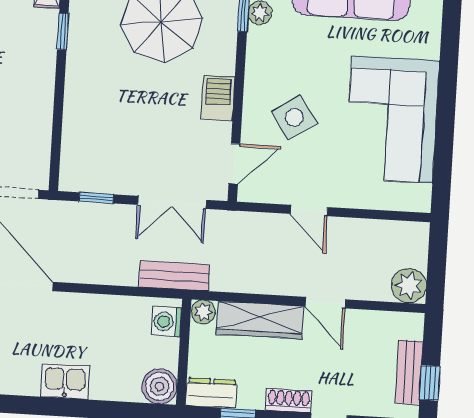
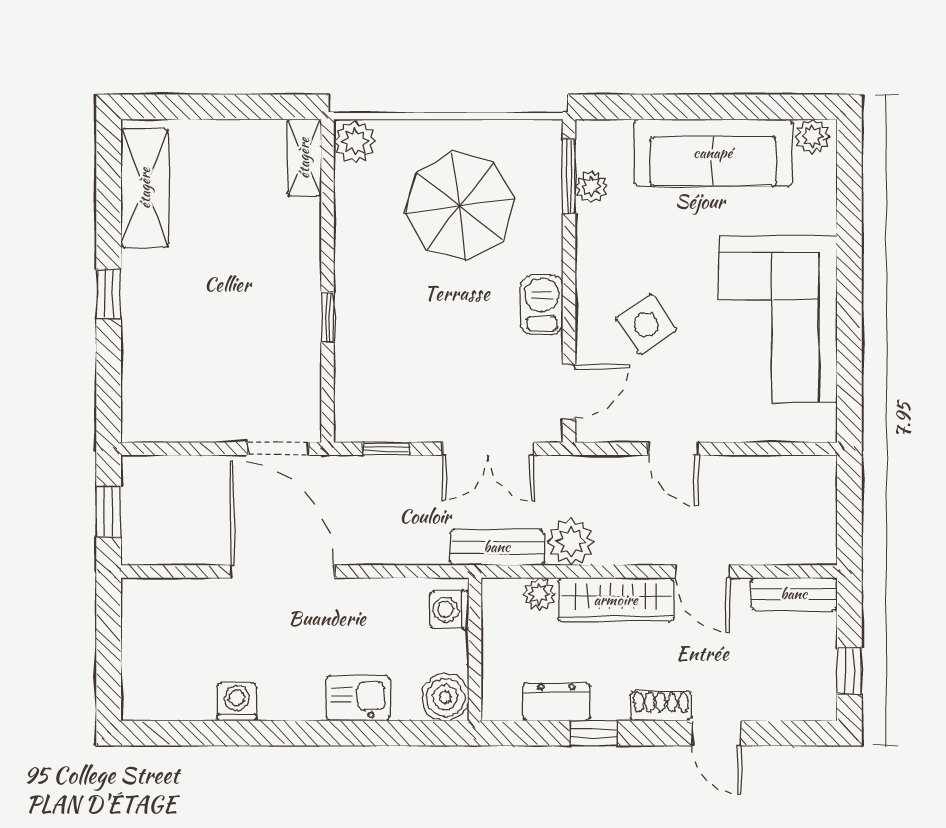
window: (63, 31) -> (328, 317), moved
plant: (409, 286) -> (571, 542), moved
washing machine: (167, 322) -> (449, 610), moved
wall: (184, 352) -> (475, 649), moved
bench: (409, 372) -> (794, 594), moved, turned 90
boiler: (160, 386) -> (445, 697), moved

